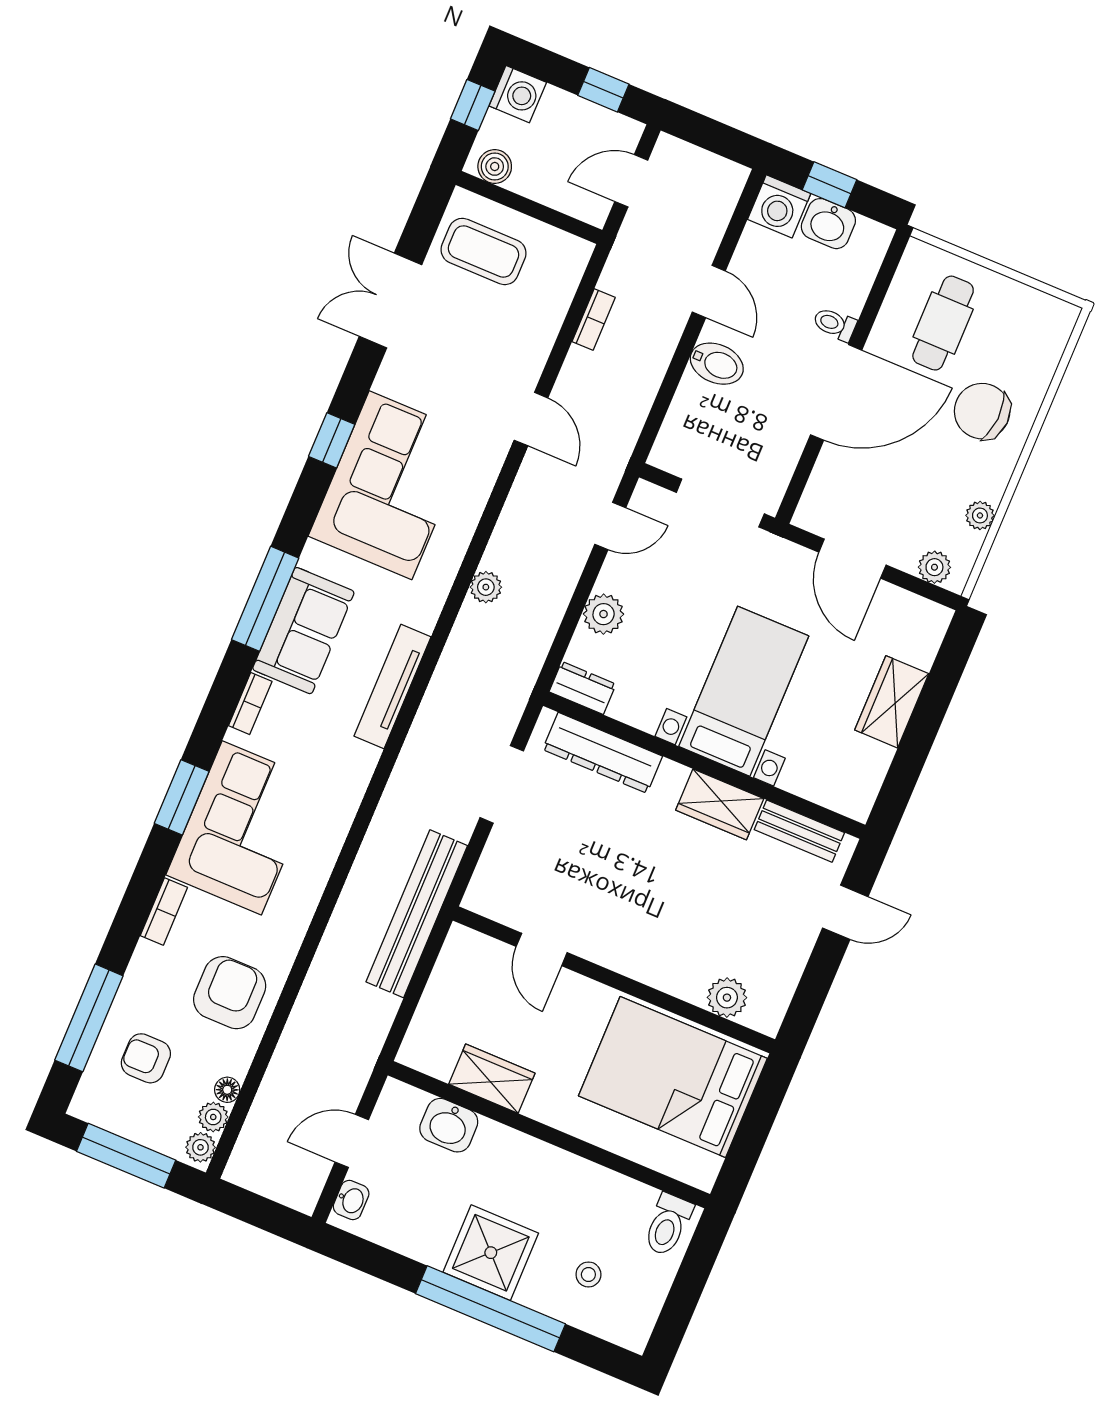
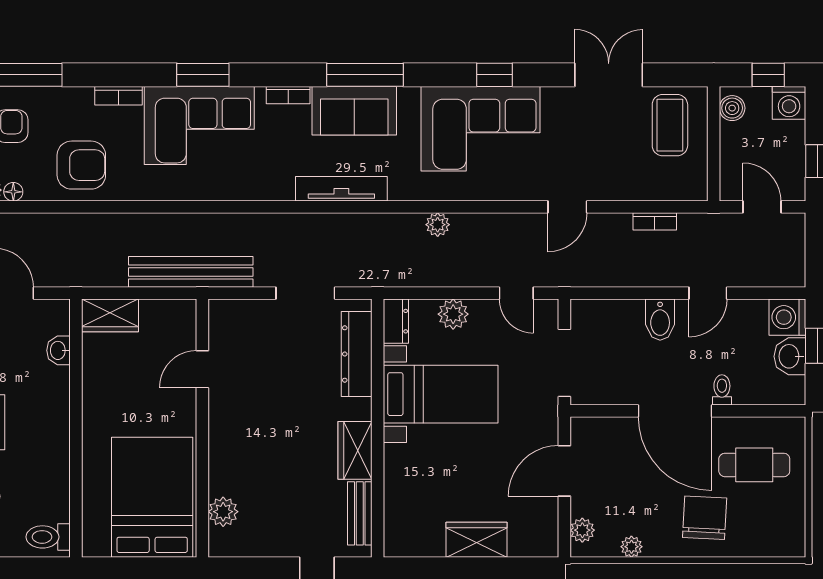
bed with nightstands: (744, 691) -> (441, 394), moved
wardrobe: (492, 1079) -> (110, 315), moved, turned 90
washbasin: (449, 1125) -> (59, 350), width x0.72, depth x0.69

